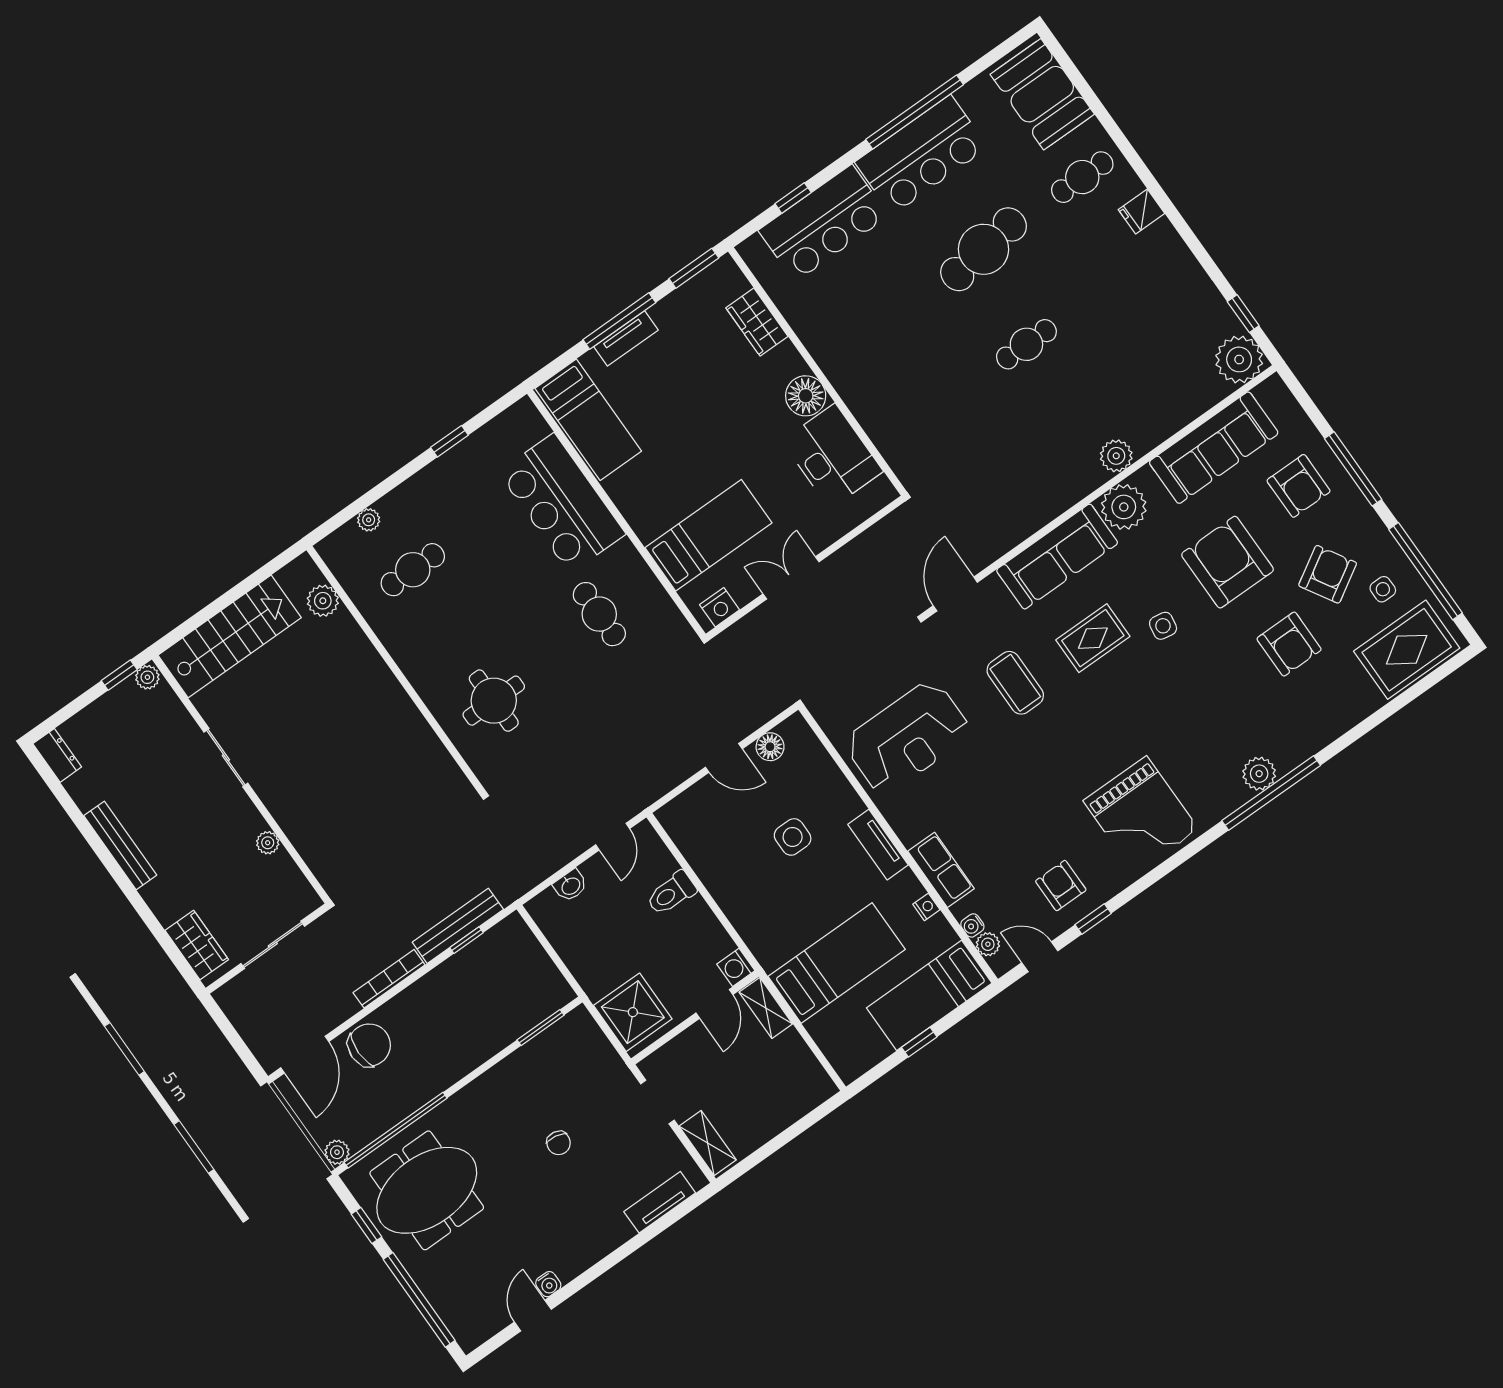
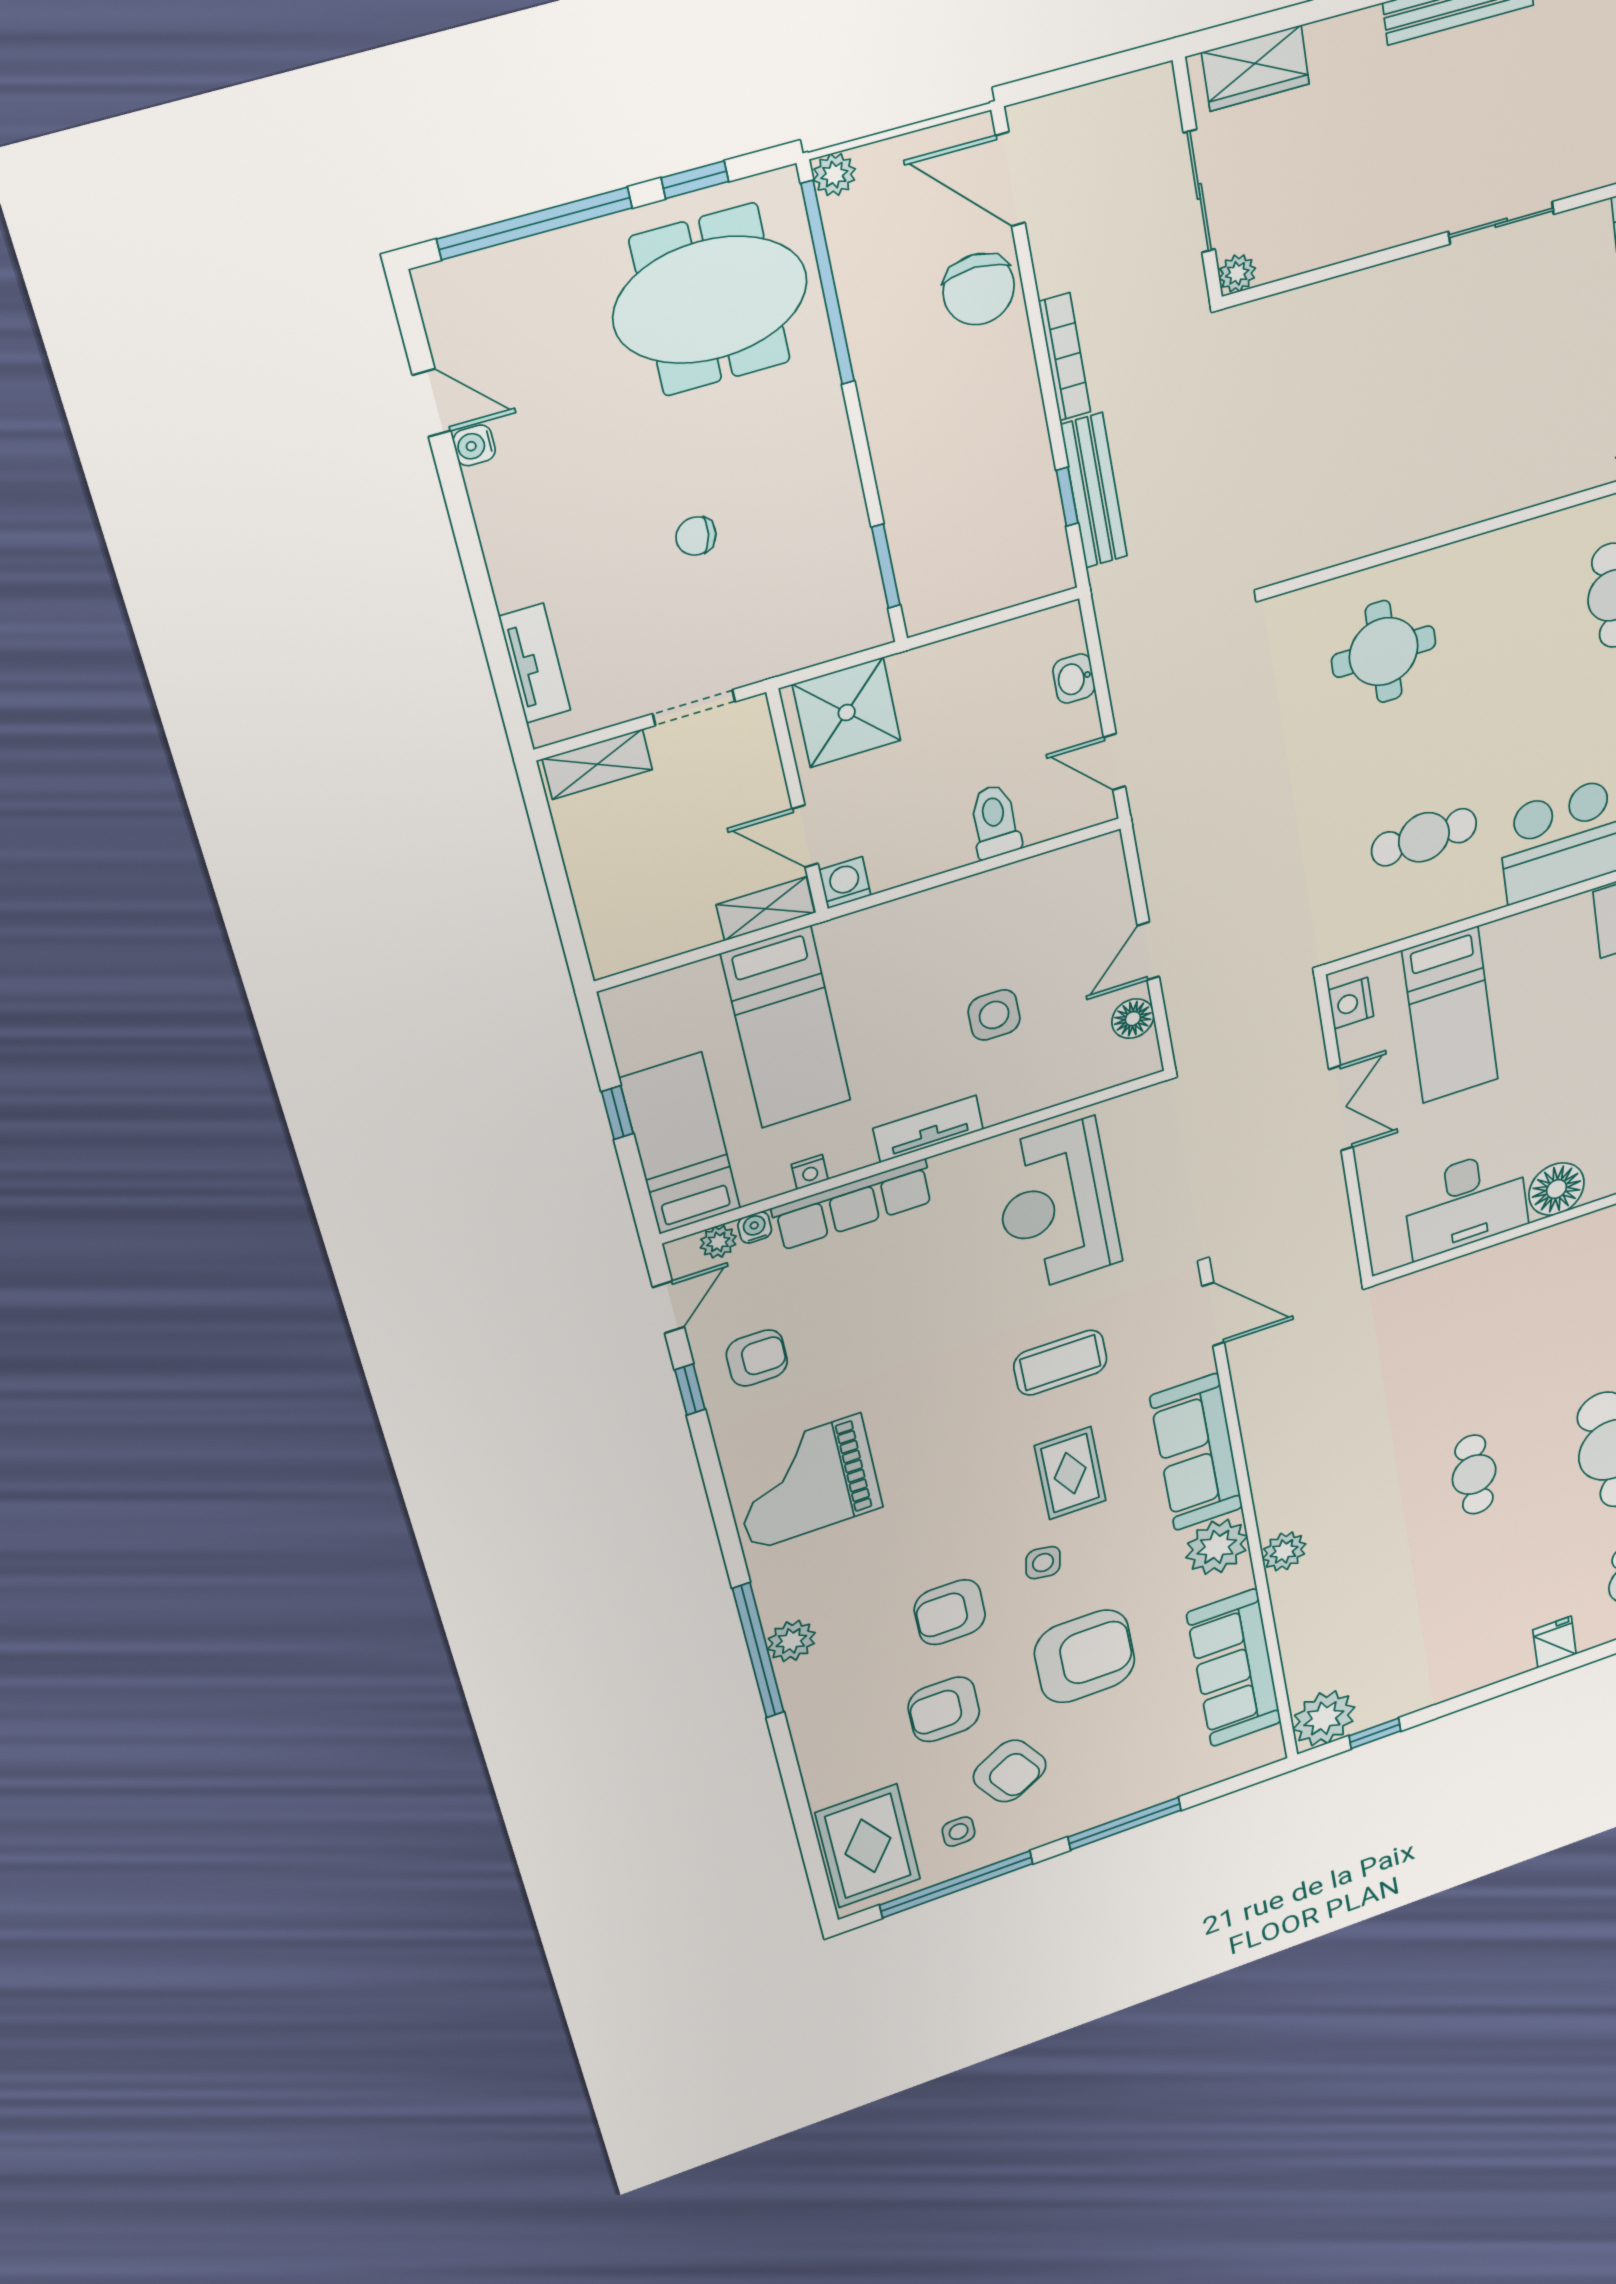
armchair: (1299, 486) -> (950, 1612), moved
plant: (268, 843) -> (1237, 273), moved
row of seats: (941, 870) -> (853, 1205), width x1.48
meeting table: (427, 1190) -> (710, 300), turned 90

